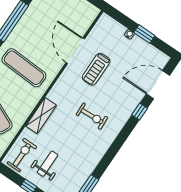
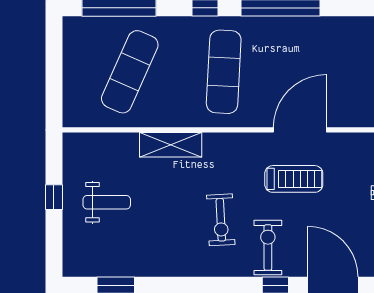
treadmill: (96, 69) -> (294, 179), turned 180
exercise bike: (22, 155) -> (268, 248), moved, turned -90

